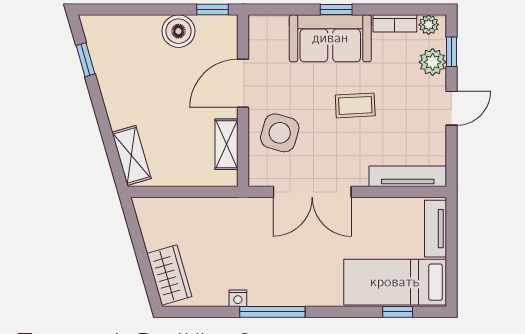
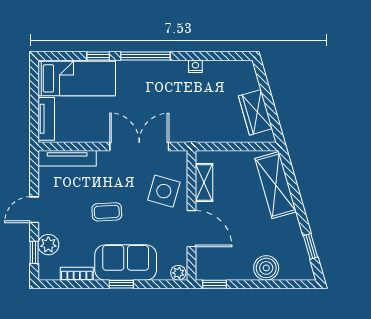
plant: (429, 25) -> (178, 273), moved
boiler: (178, 31) -> (266, 268), moved
door: (243, 83) -> (191, 229), hinge flipped
shelving: (131, 155) -> (276, 185), width x1.50, depth x1.33
wardrobe: (169, 275) -> (255, 112), moved
window: (272, 312) -> (145, 56), moved
window: (398, 312) -> (98, 56), moved

